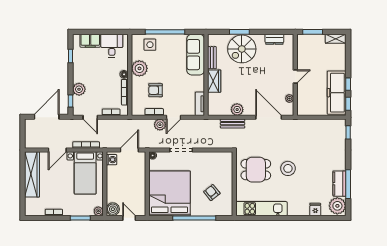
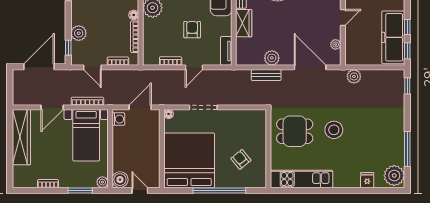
armchair: (155, 90) -> (192, 30), moved, turned 90
plant: (160, 125) -> (354, 76), moved
kitchen counter: (340, 184) -> (397, 148), removed

